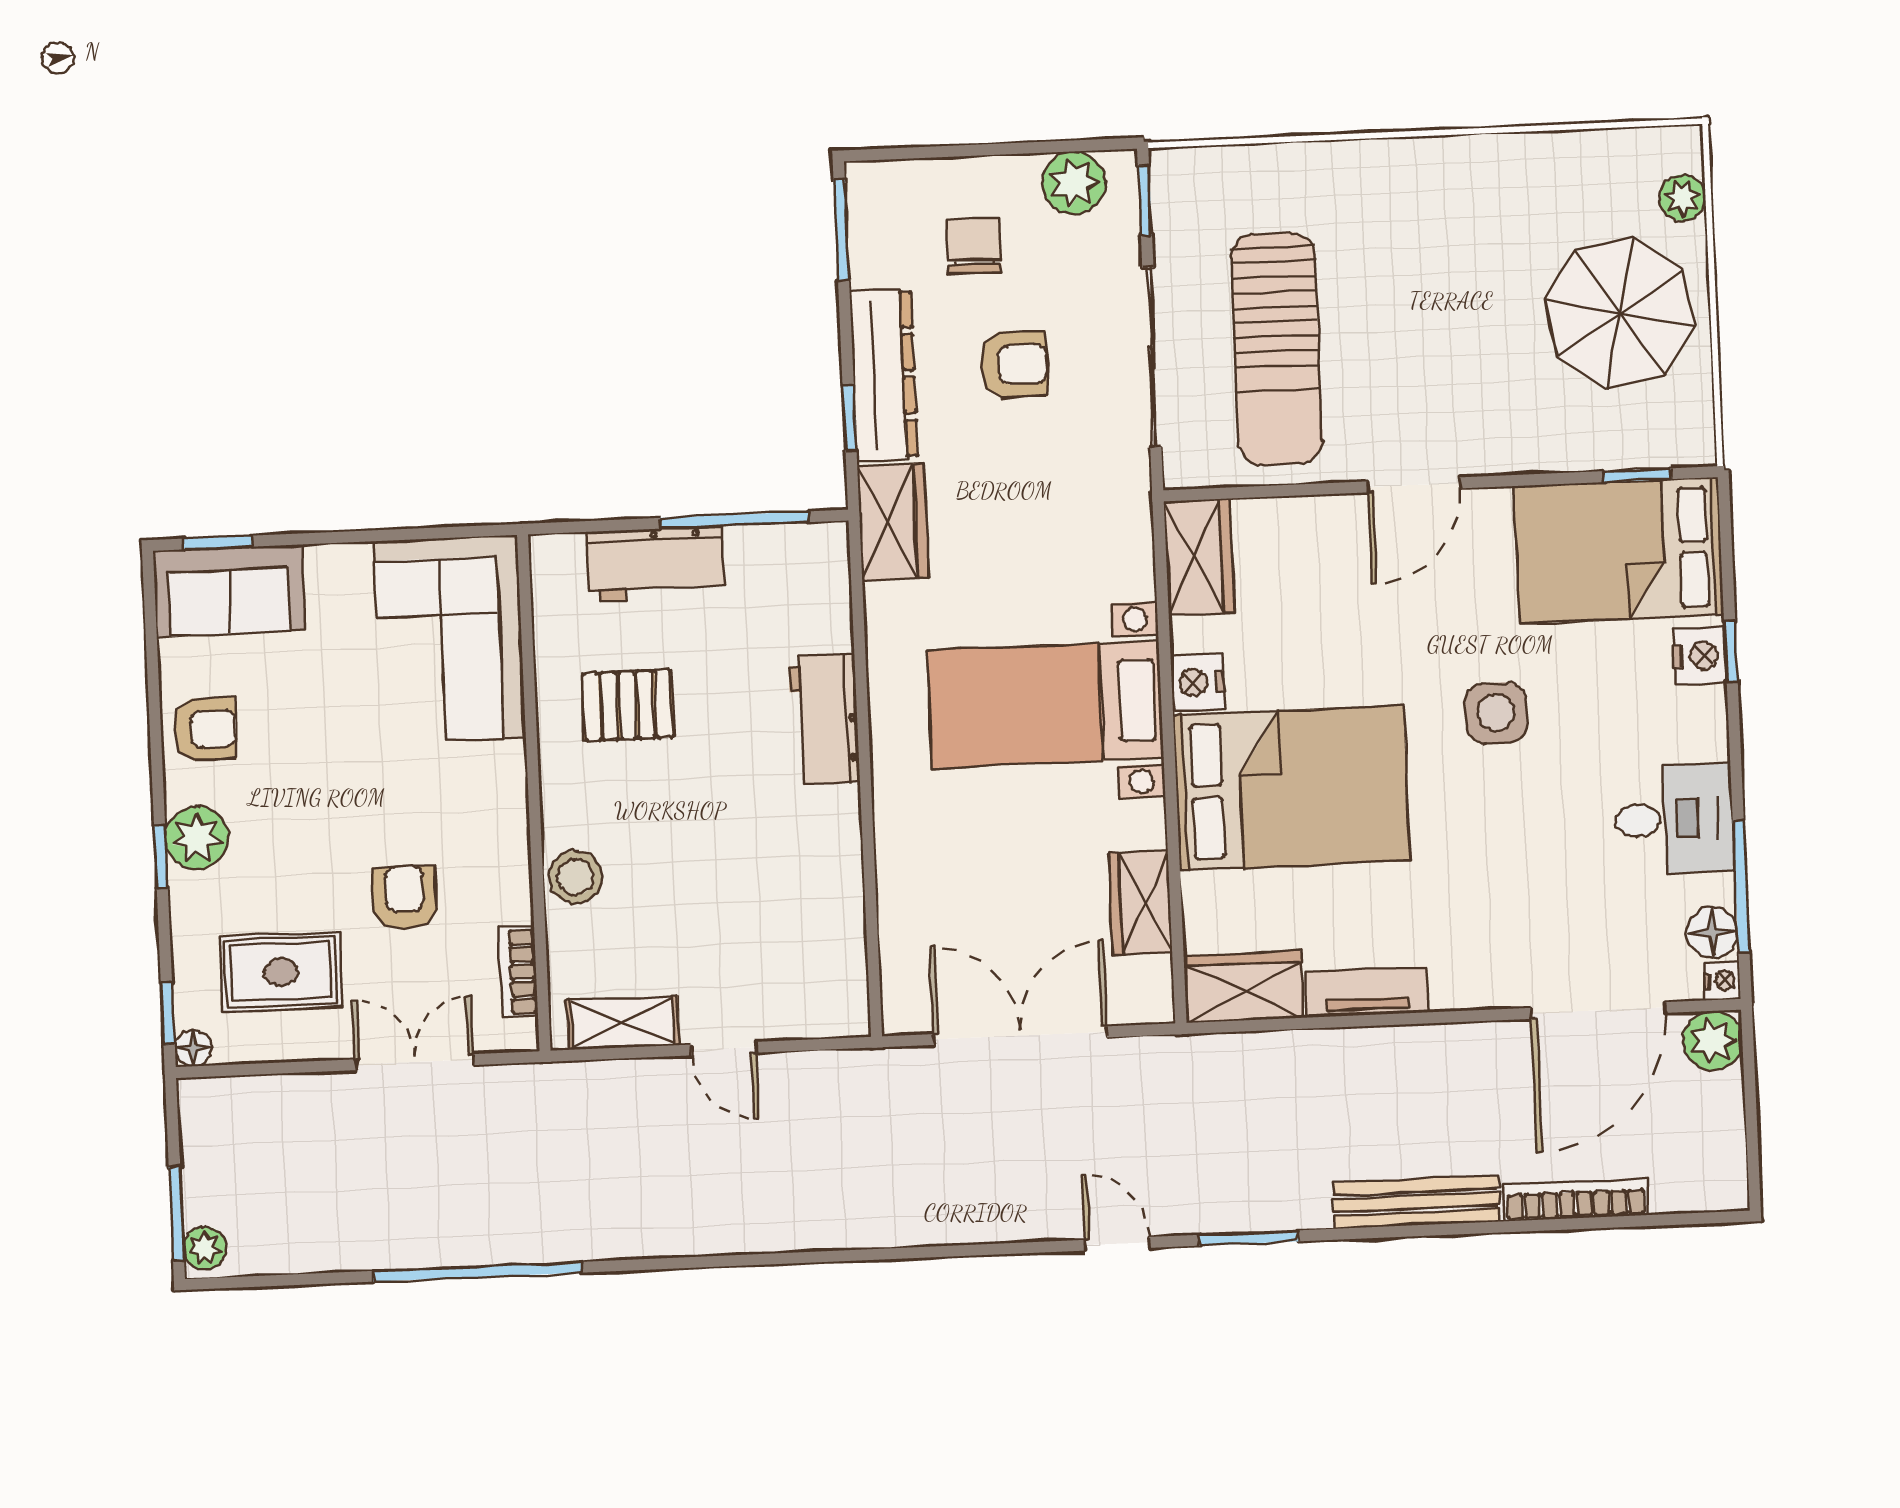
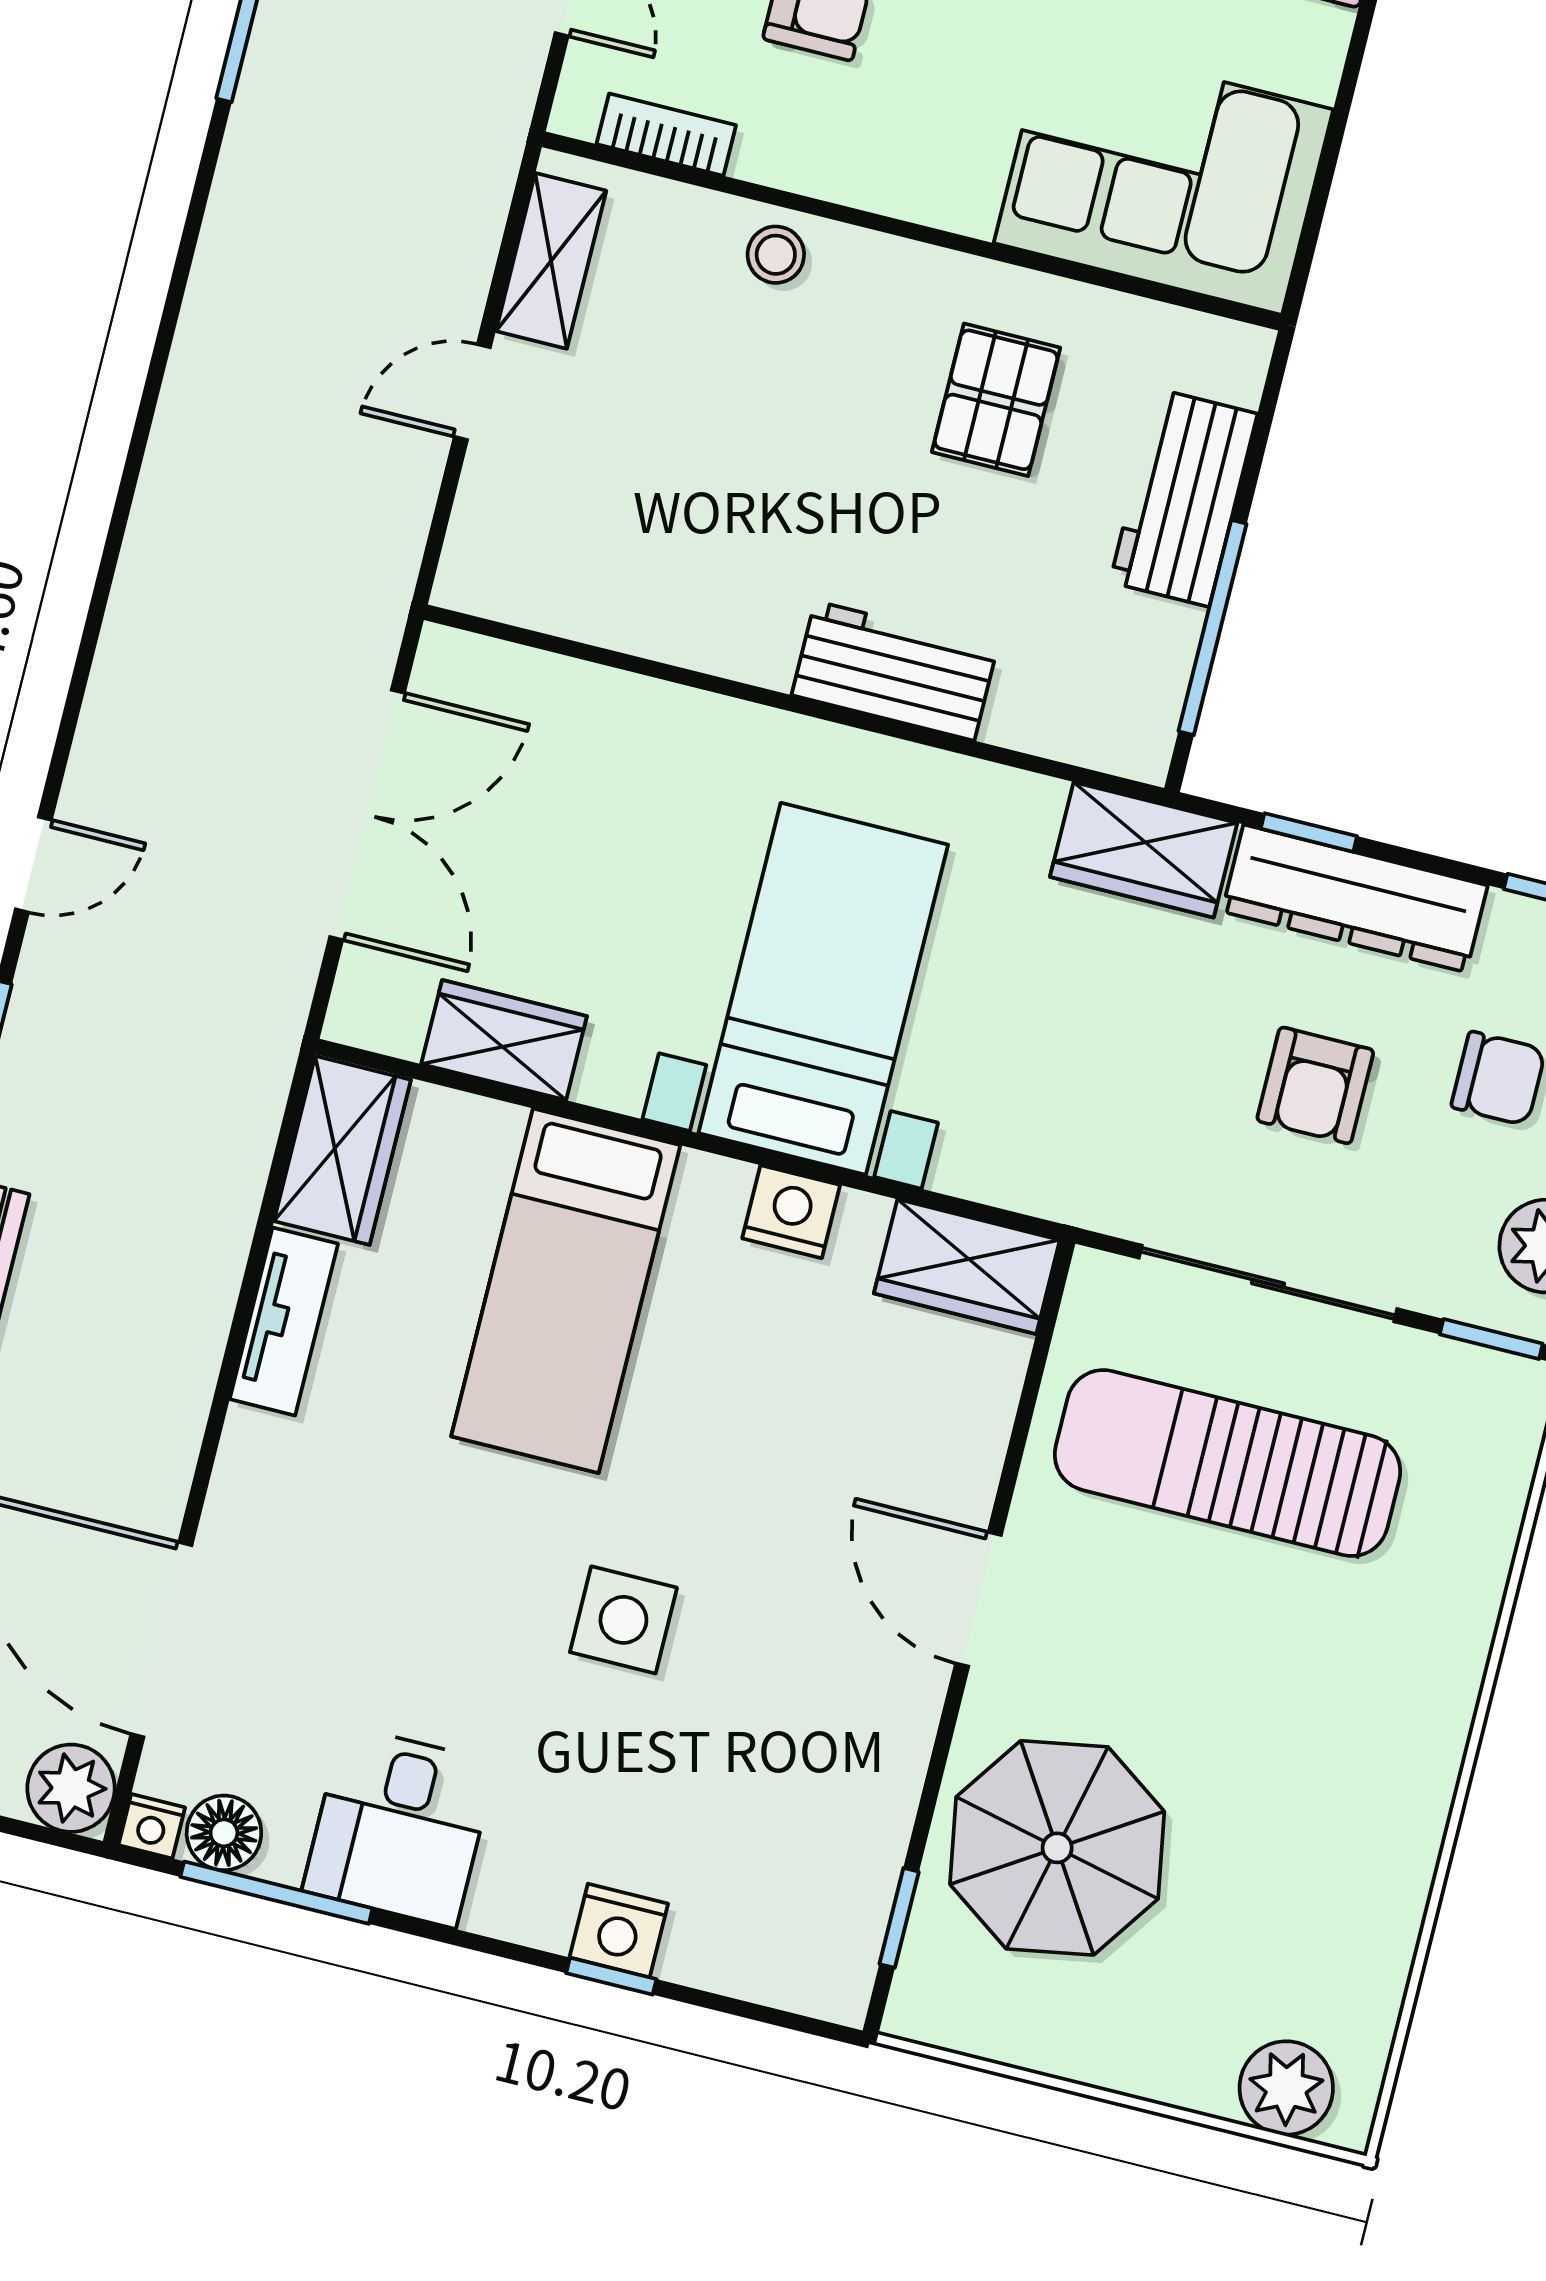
plant: (1682, 198) -> (1286, 2088), width x1.38, depth x1.38
parasol: (1620, 313) -> (1057, 1848), moved
bed: (1619, 550) -> (801, 1861), removed
bed: (1291, 788) -> (566, 1291), width x0.67
stool: (575, 877) -> (776, 255), width x0.73, depth x0.73

